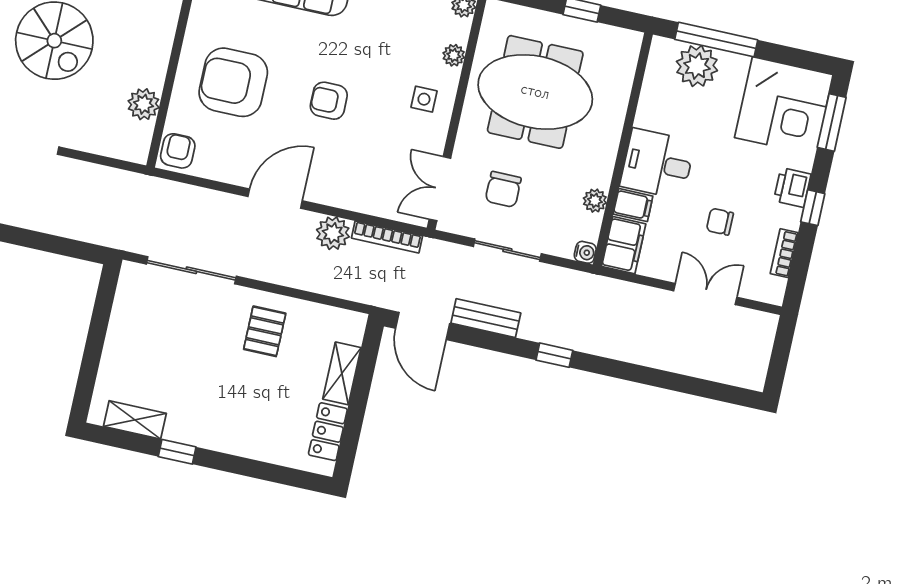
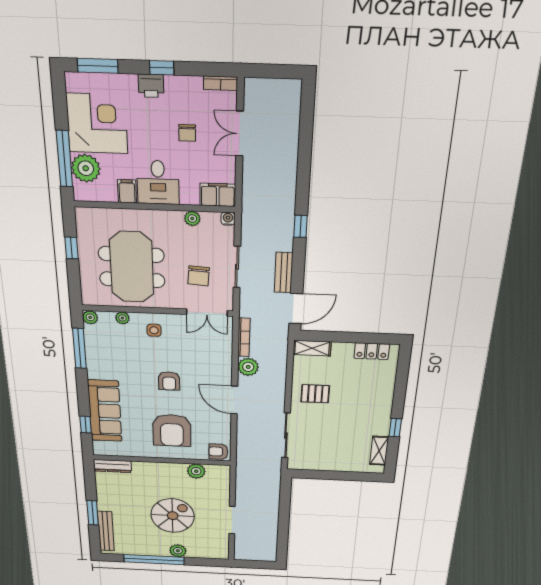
corner desk: (784, 106) -> (97, 124), moved
chair: (503, 189) -> (199, 276), turned 94
filing cabinet: (633, 205) -> (127, 191), moved
bookcase: (784, 253) -> (221, 83), moved
shelving: (342, 373) -> (312, 348), moved

